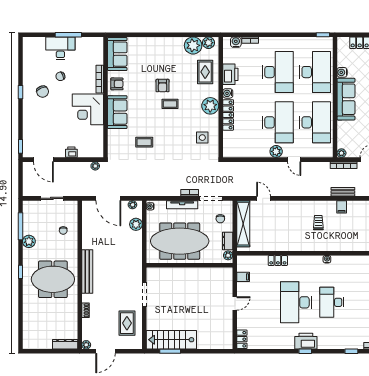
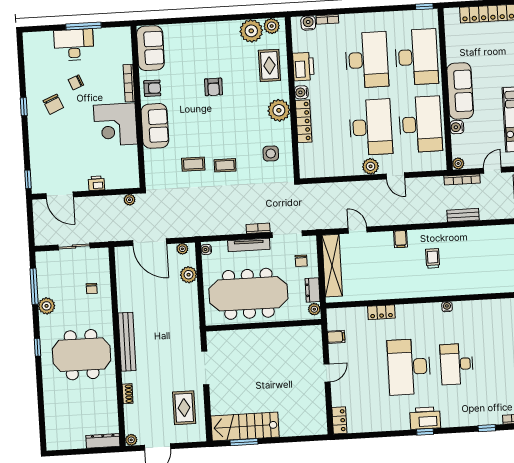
water cooler: (342, 72) -> (457, 127), moved
coffee table: (170, 104) -> (225, 165), moved
filing cabinet: (342, 207) -> (401, 239), moved

